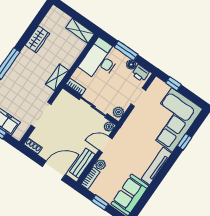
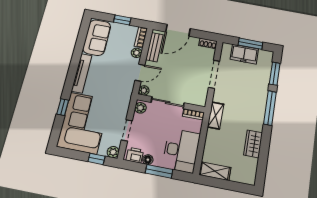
plant: (157, 84) -> (113, 152), added

